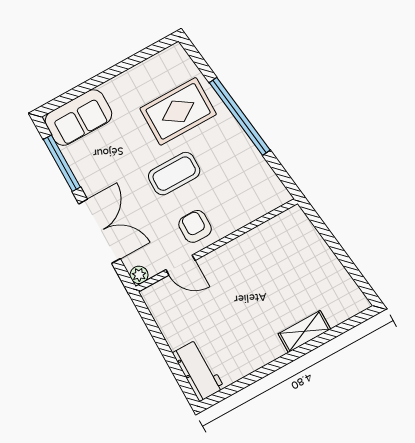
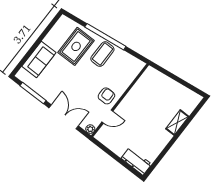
sofa: (78, 118) -> (39, 59), moved
coffee table: (174, 174) -> (102, 54), moved
armchair: (195, 226) -> (106, 96), turned 90

